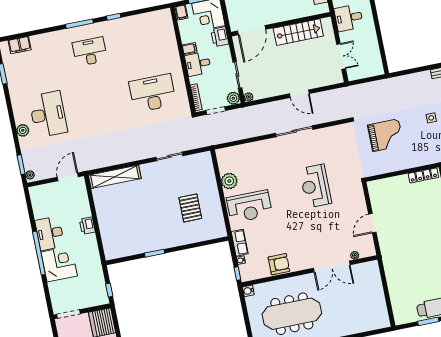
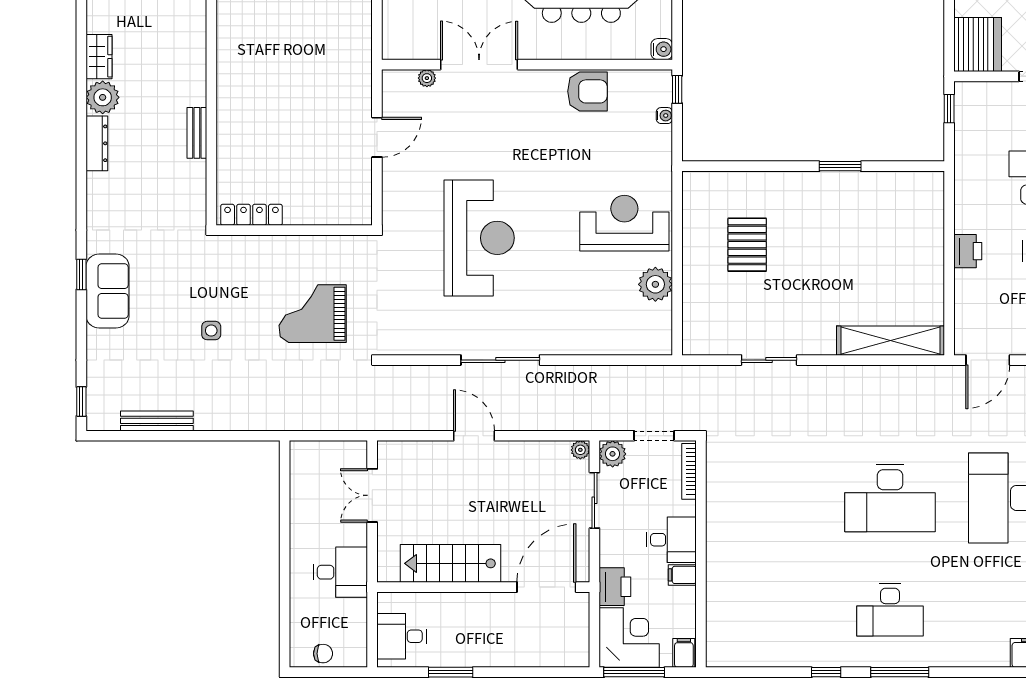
desk: (152, 93) -> (890, 498), moved
reception desk: (315, 186) -> (479, 238), width x1.36, depth x1.30
row of seats: (240, 243) -> (660, 152), removed
armchair: (279, 264) -> (587, 91), turned 180

